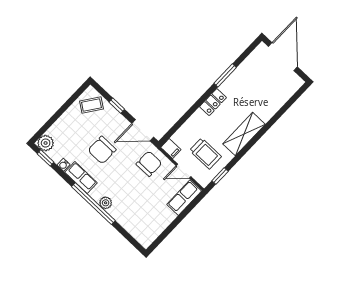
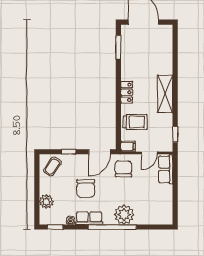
window: (225, 75) -> (118, 47), moved
plant: (46, 143) -> (46, 202), moved
trolley: (205, 154) -> (135, 122), moved
plant: (106, 203) -> (124, 215), width x1.88, depth x1.88

